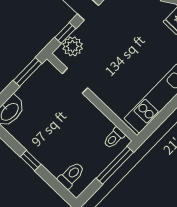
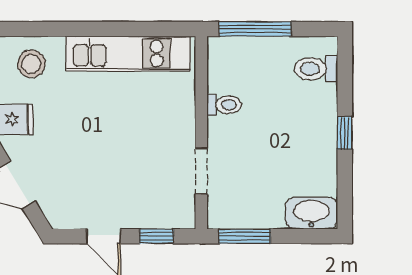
plant: (73, 46) -> (164, 213), removed
toilet: (114, 138) -> (224, 105), moved

